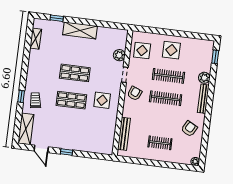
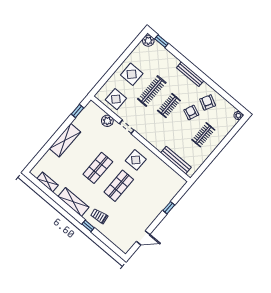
window: (57, 18) -> (78, 111), moved
plant: (204, 78) -> (148, 41), moved
armchair: (135, 93) -> (191, 112), moved
clothes rail: (166, 98) -> (169, 106), width x0.73
shelving: (26, 129) -> (73, 202), moved
window: (67, 152) -> (169, 208), moved

